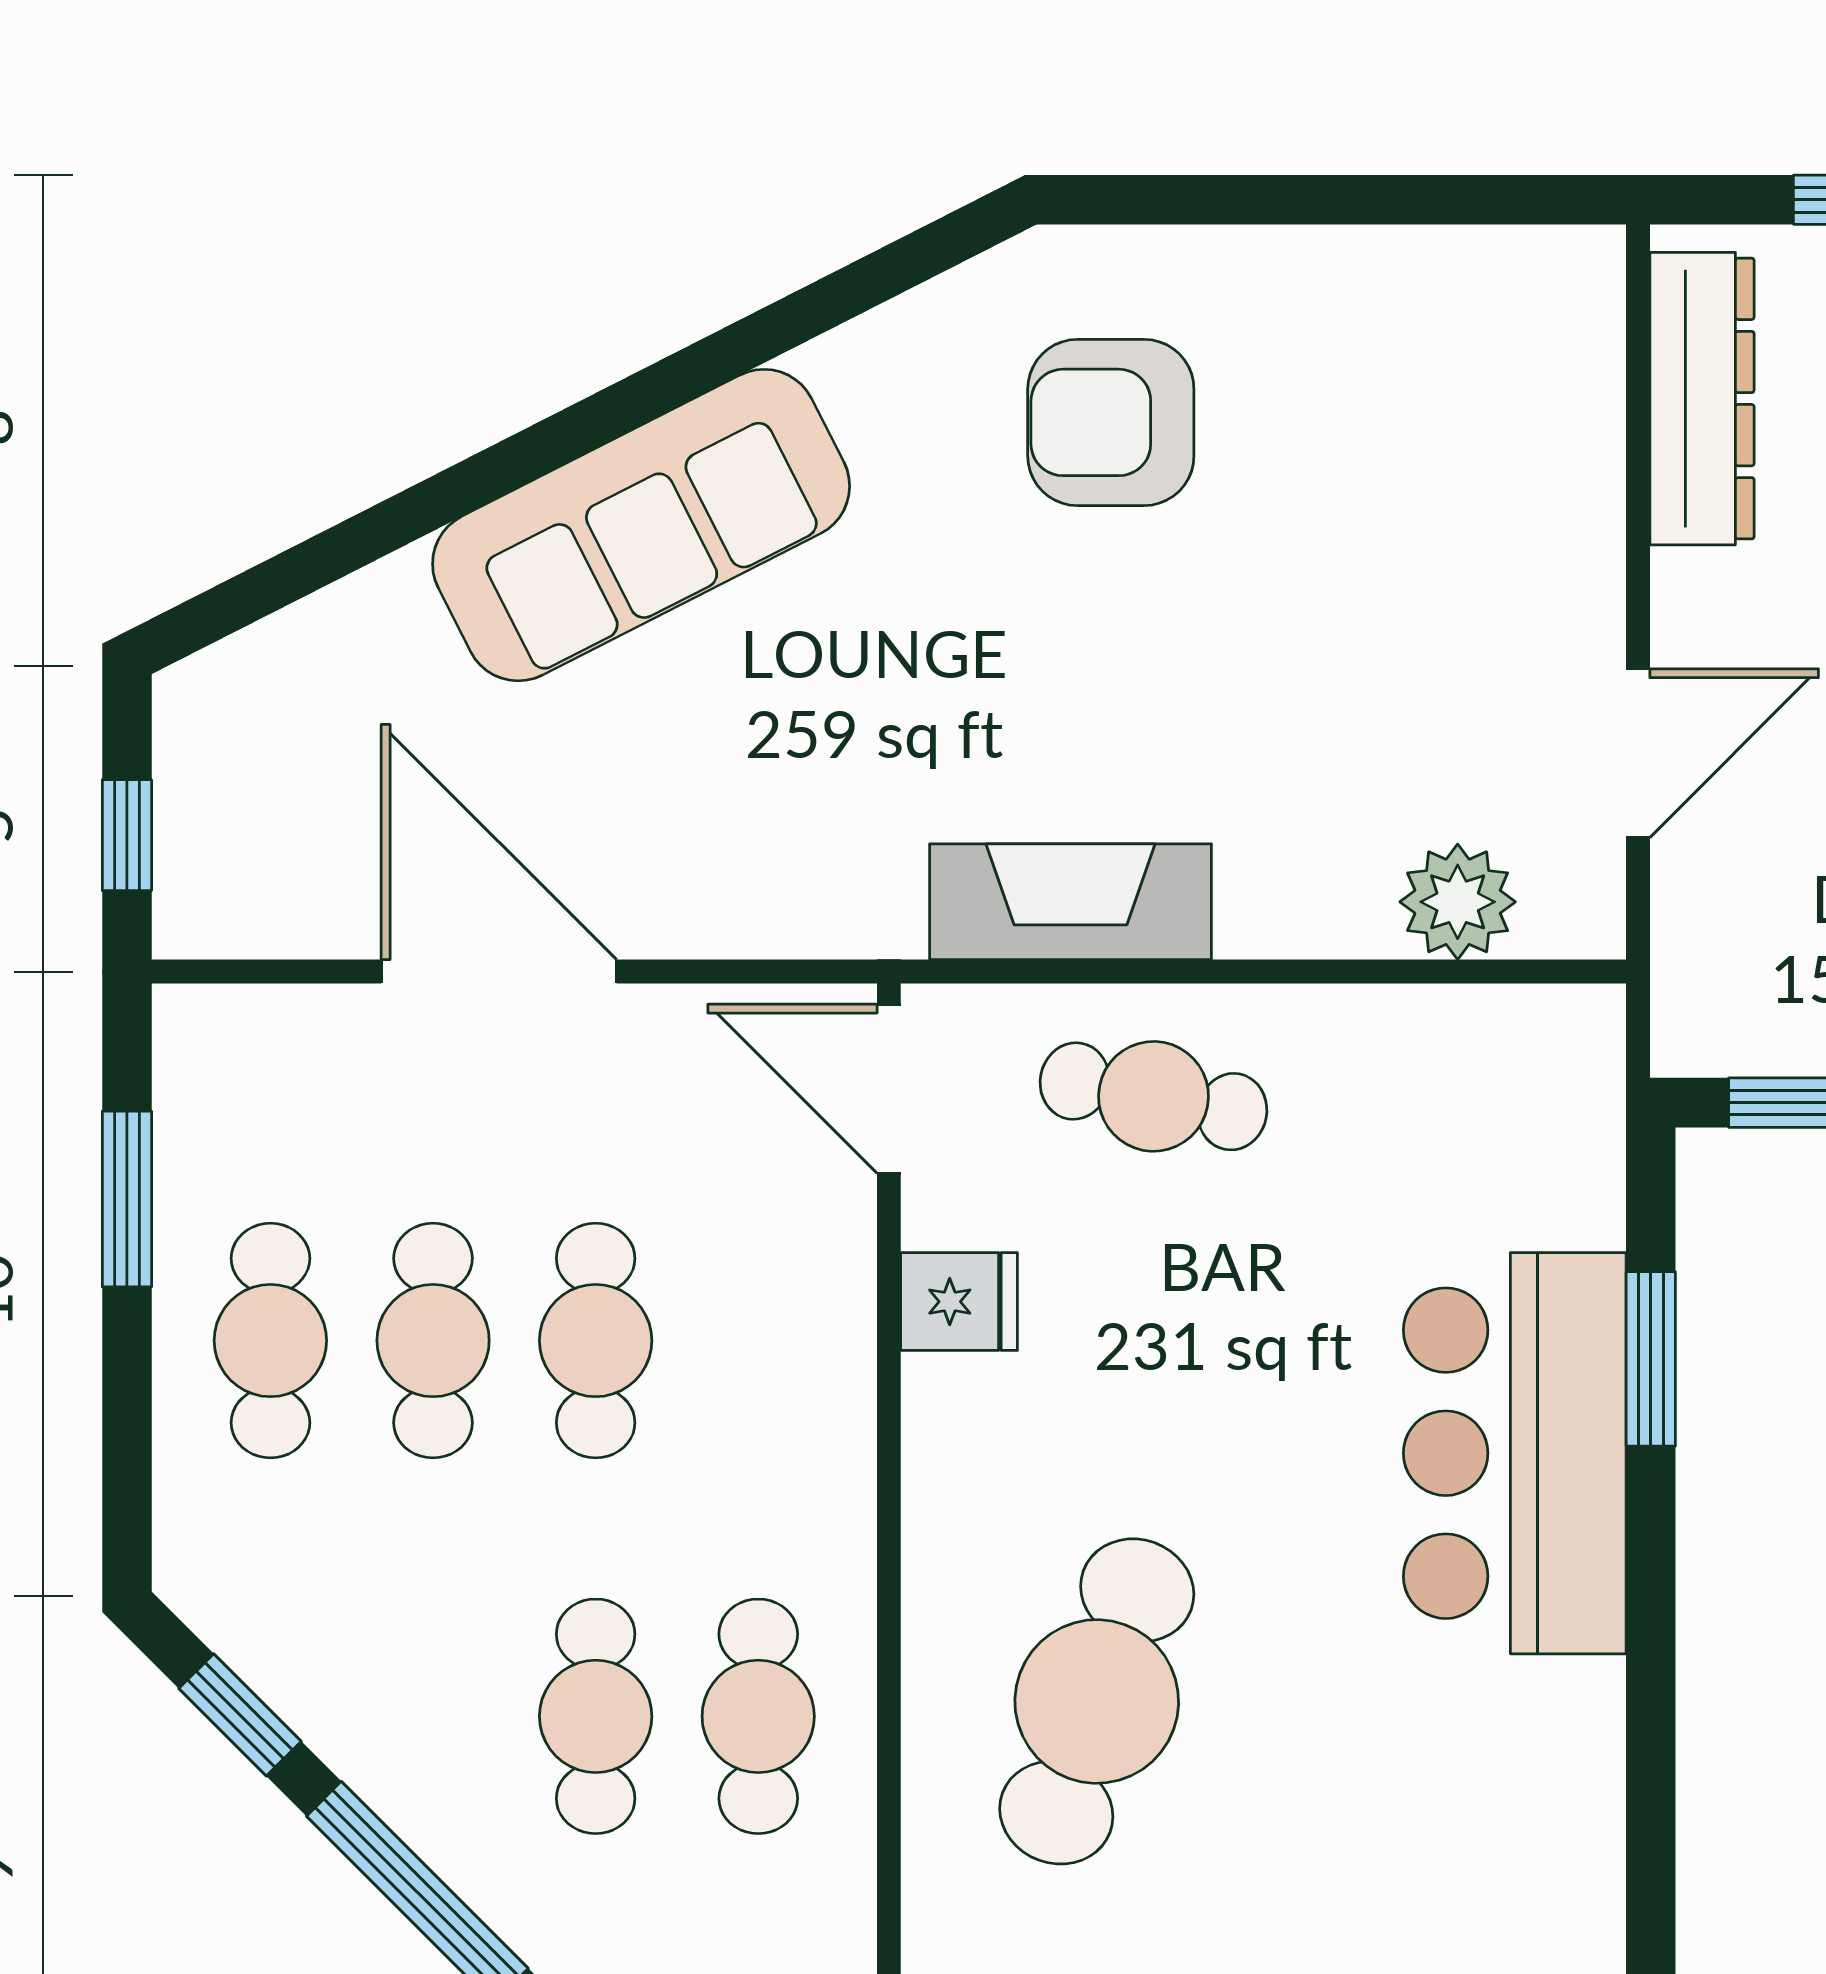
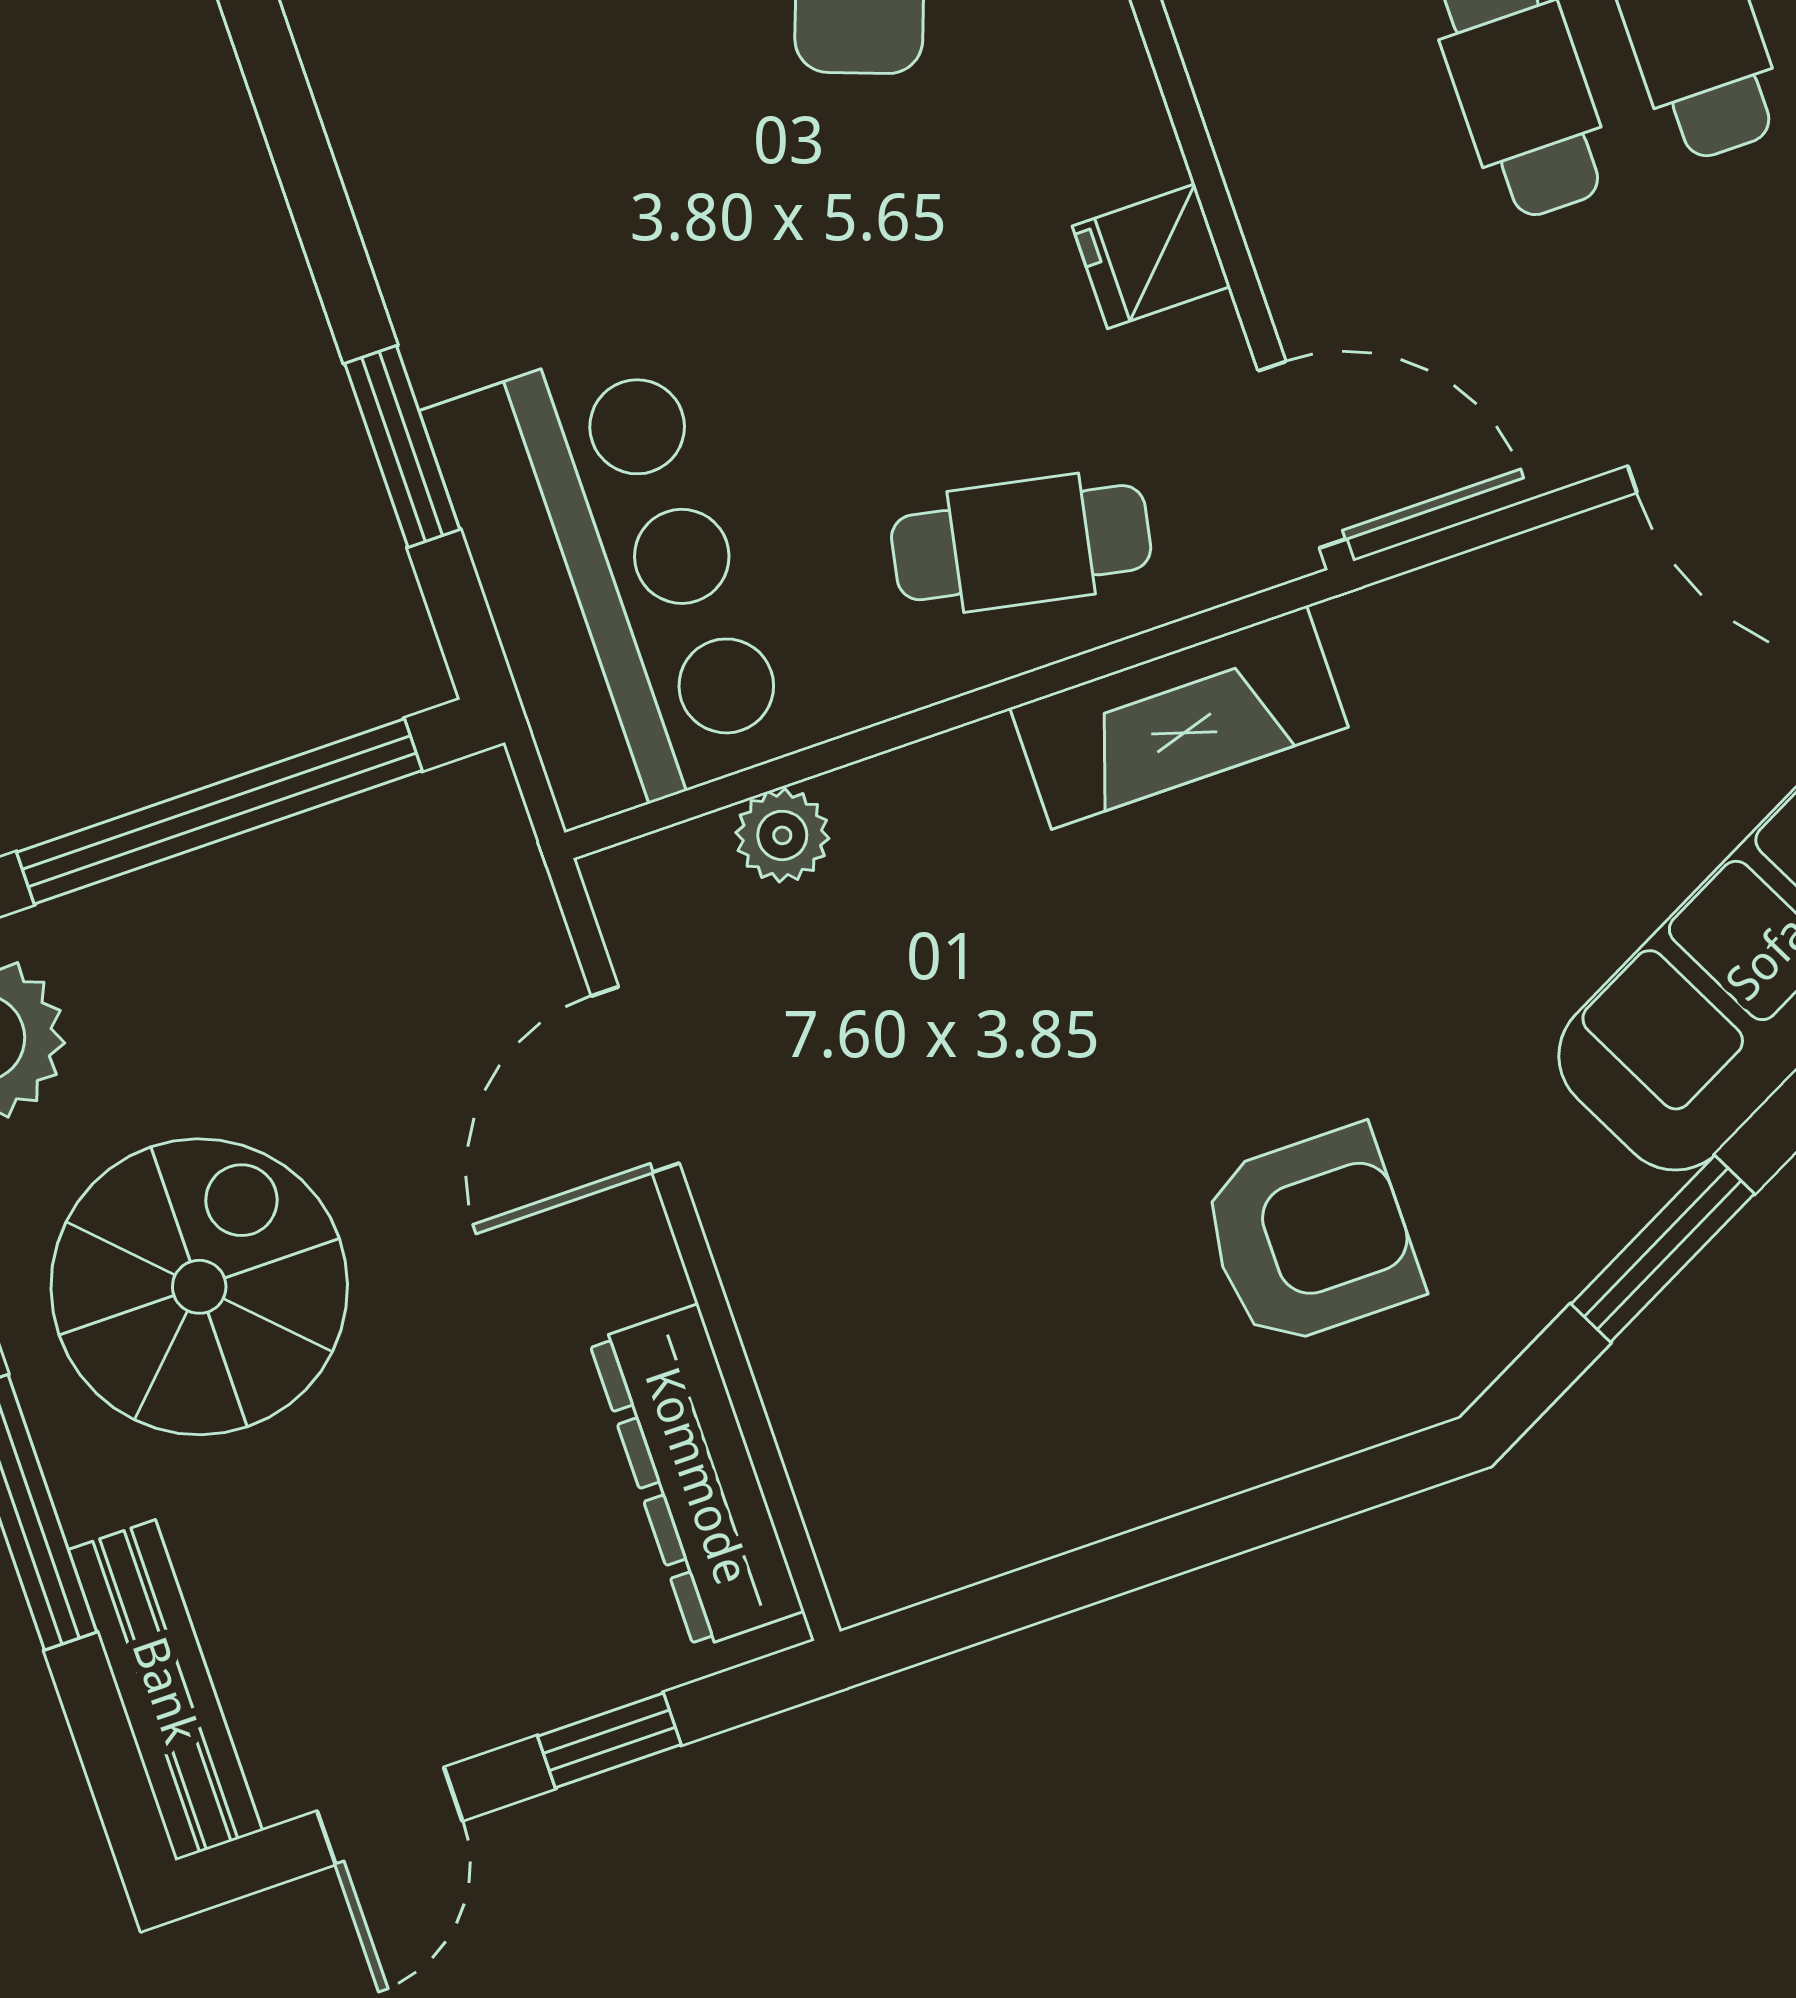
window: (815, 309) -> (1663, 1249), added
plant: (1458, 902) -> (782, 835), width x0.73, depth x0.73
bar counter: (1515, 1453) -> (609, 581), moved

